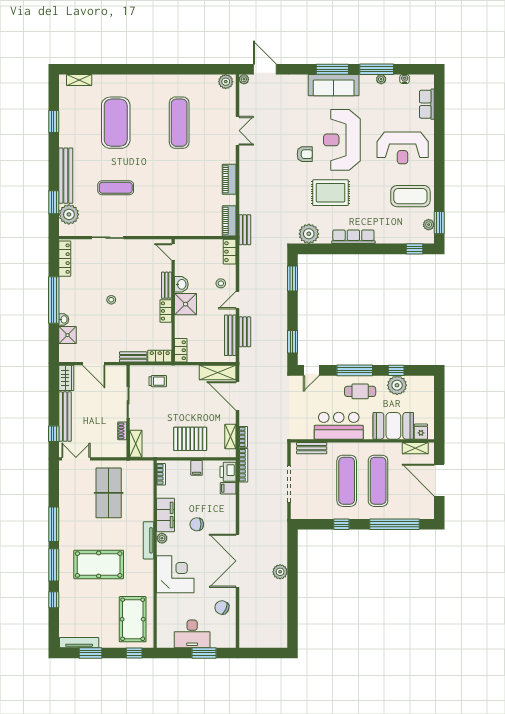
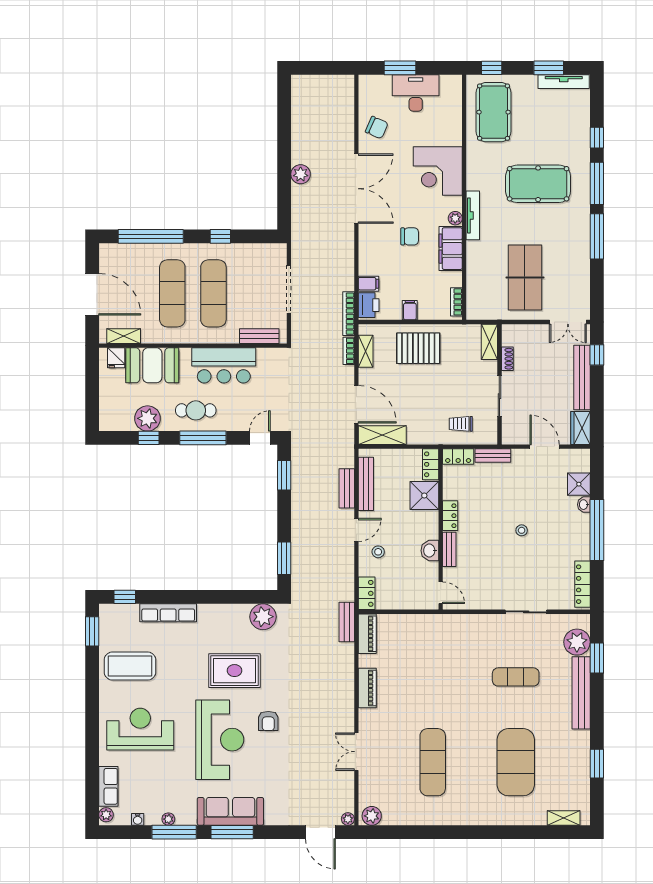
armchair: (305, 154) -> (268, 721), turned -90
plant: (429, 225) -> (106, 815), moved
row of seats: (353, 237) -> (168, 613), moved
shower: (186, 304) -> (424, 495), moved

